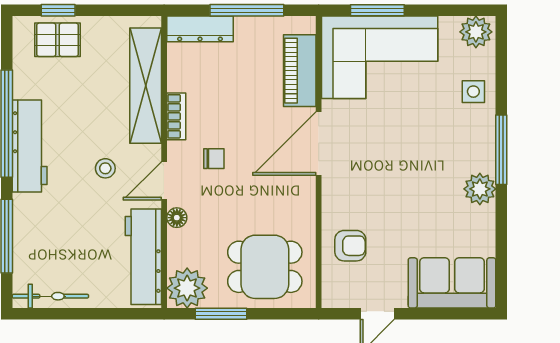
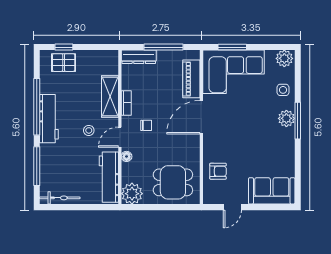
shelving: (146, 86) -> (110, 97), width x0.68
plant: (480, 189) -> (286, 118), moved
window: (221, 314) -> (150, 207), removed

